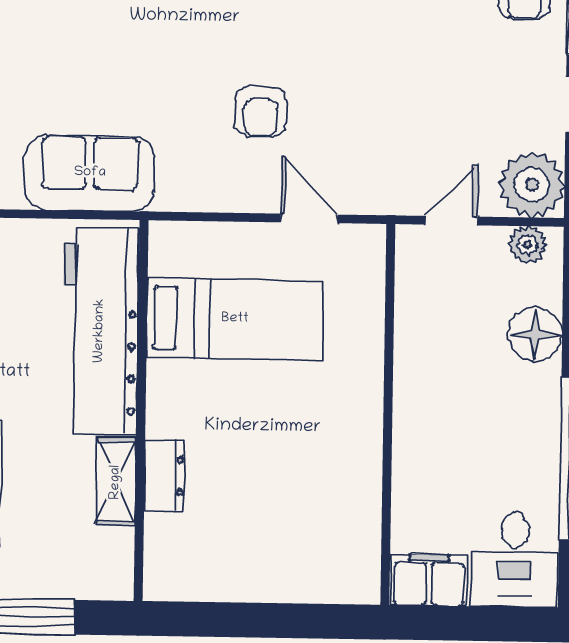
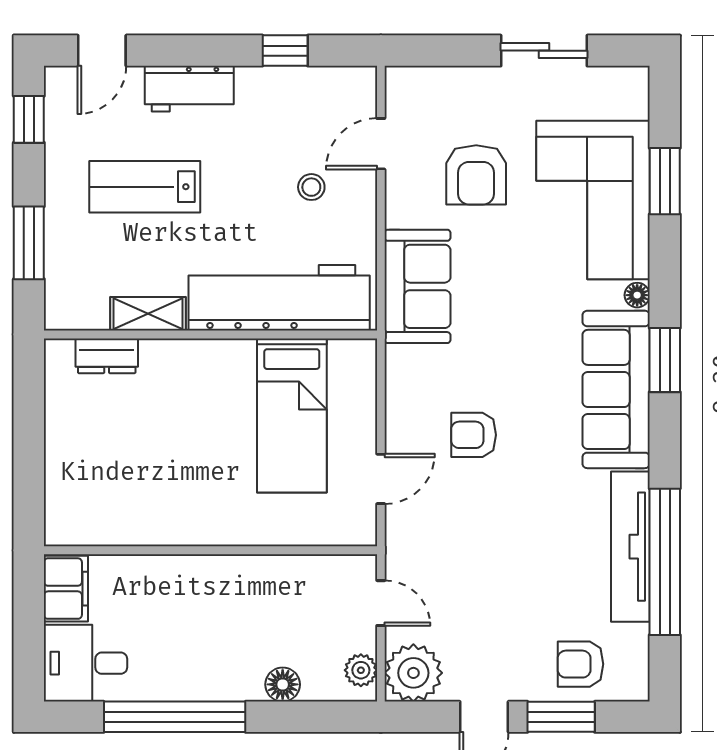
floor lamp: (535, 334) -> (283, 684), width x0.73, depth x0.73
dresser: (164, 476) -> (107, 356), moved

